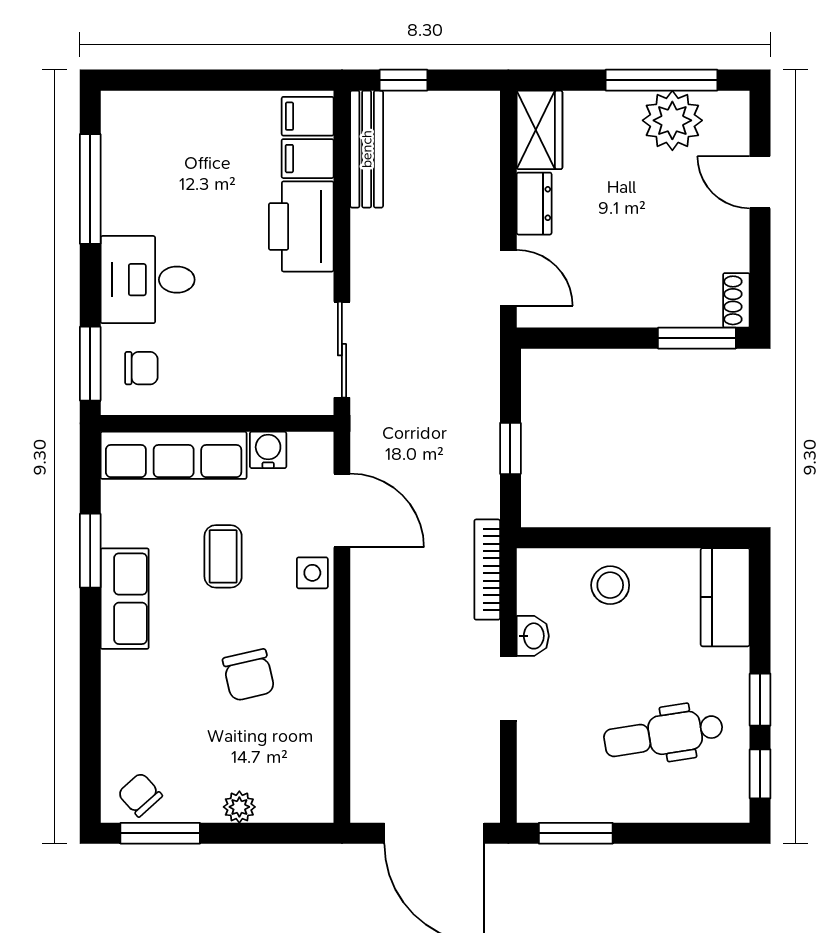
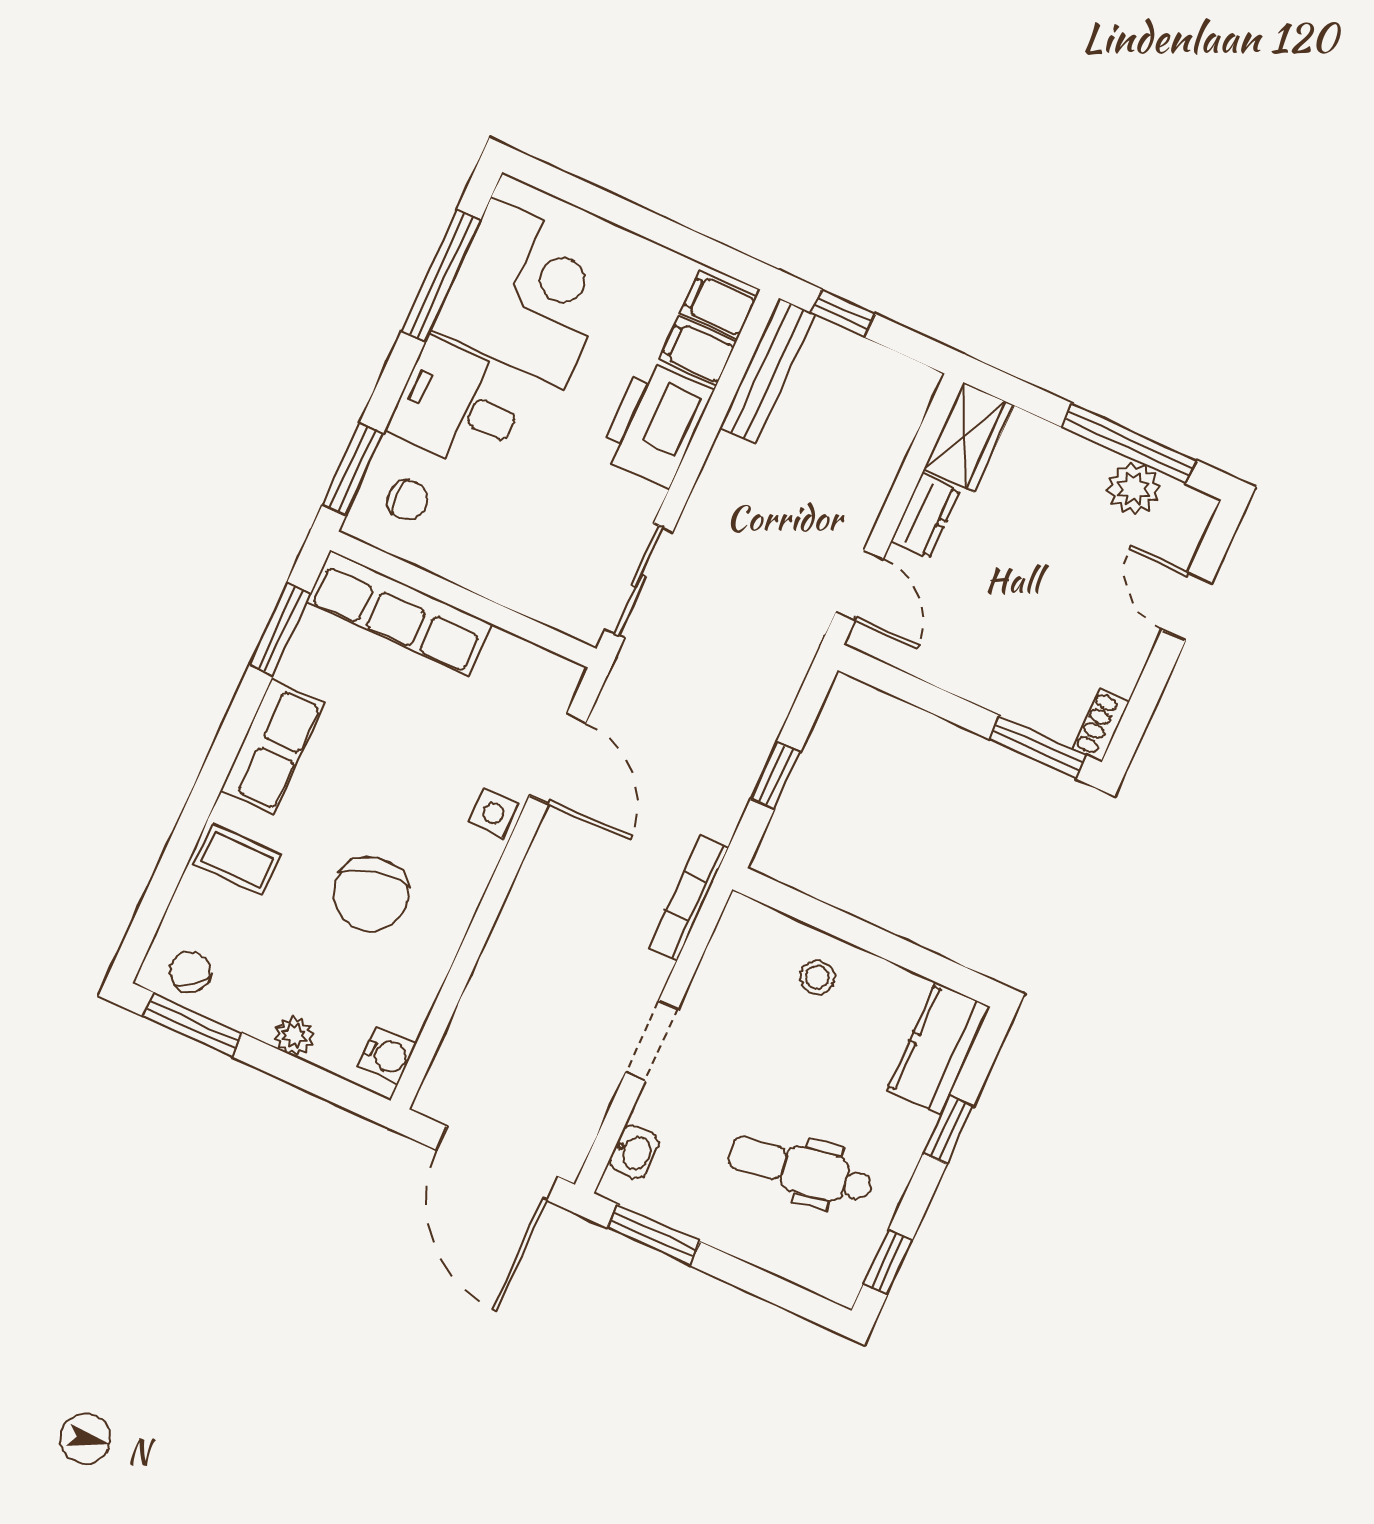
plant: (672, 120) -> (1134, 489), width x0.73, depth x0.73
corner desk: (161, 173) -> (527, 293), added
water cooler: (268, 450) -> (387, 1055), moved, turned 90
window: (90, 551) -> (280, 629), moved
coffee table: (223, 556) -> (237, 860), moved, turned 90
stool: (610, 585) -> (817, 977), width x0.73, depth x0.73
washbasin: (533, 636) -> (634, 1152), moved
chair: (249, 675) -> (371, 894), width x1.37, depth x1.37
window: (760, 700) -> (948, 1130), moved

